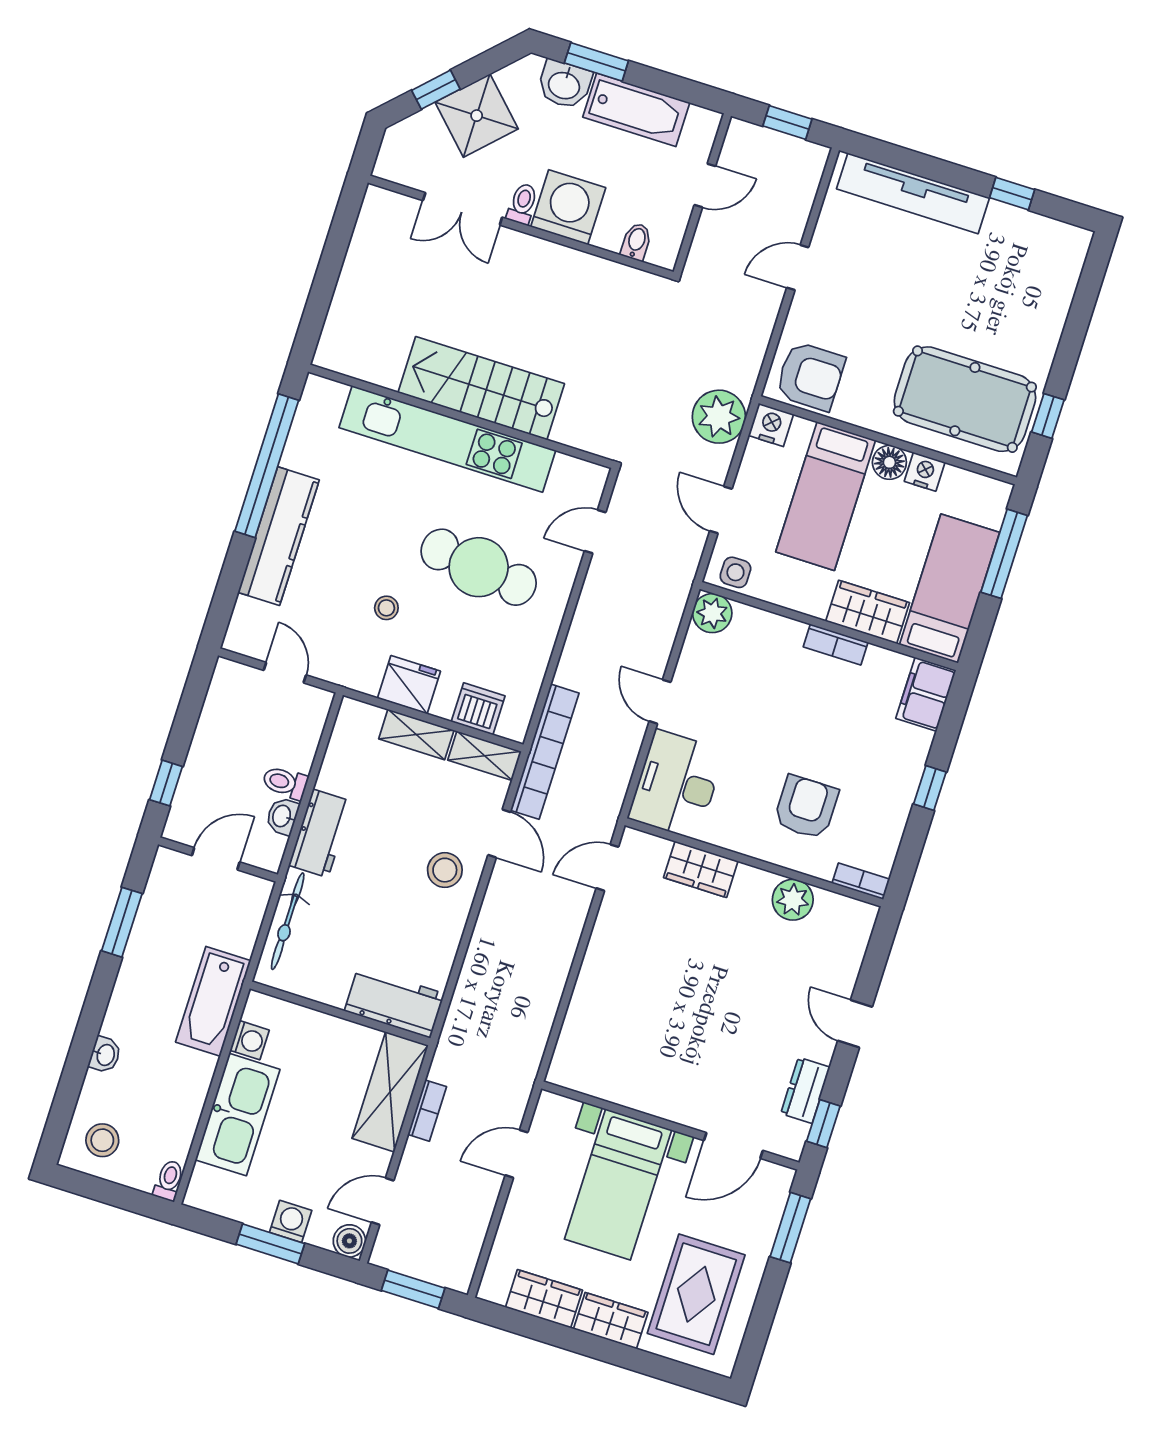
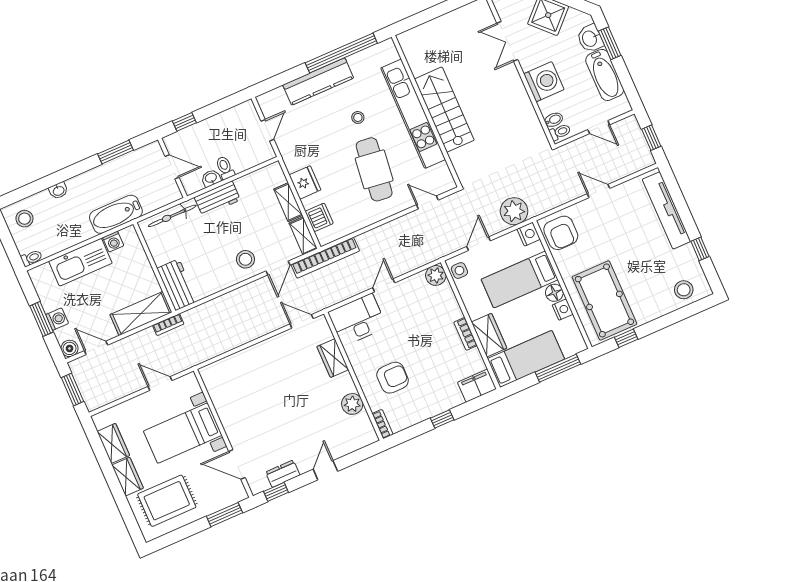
toilet: (522, 204) -> (560, 132), moved
stool: (1051, 270) -> (684, 290), added
stool: (386, 608) -> (358, 117), moved
bookcase: (427, 1111) -> (168, 325), moved

